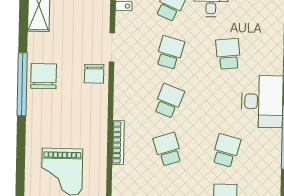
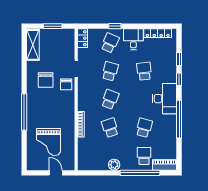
chair: (44, 76) -> (46, 80), moved, turned 180
window: (22, 84) -> (24, 112), moved

